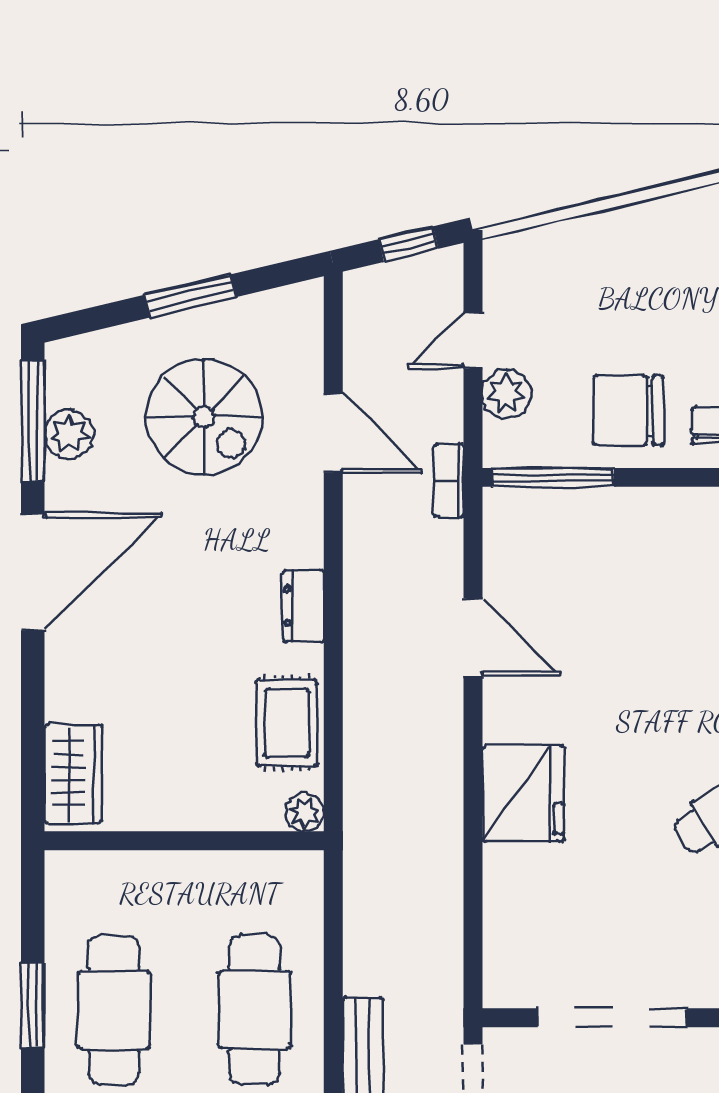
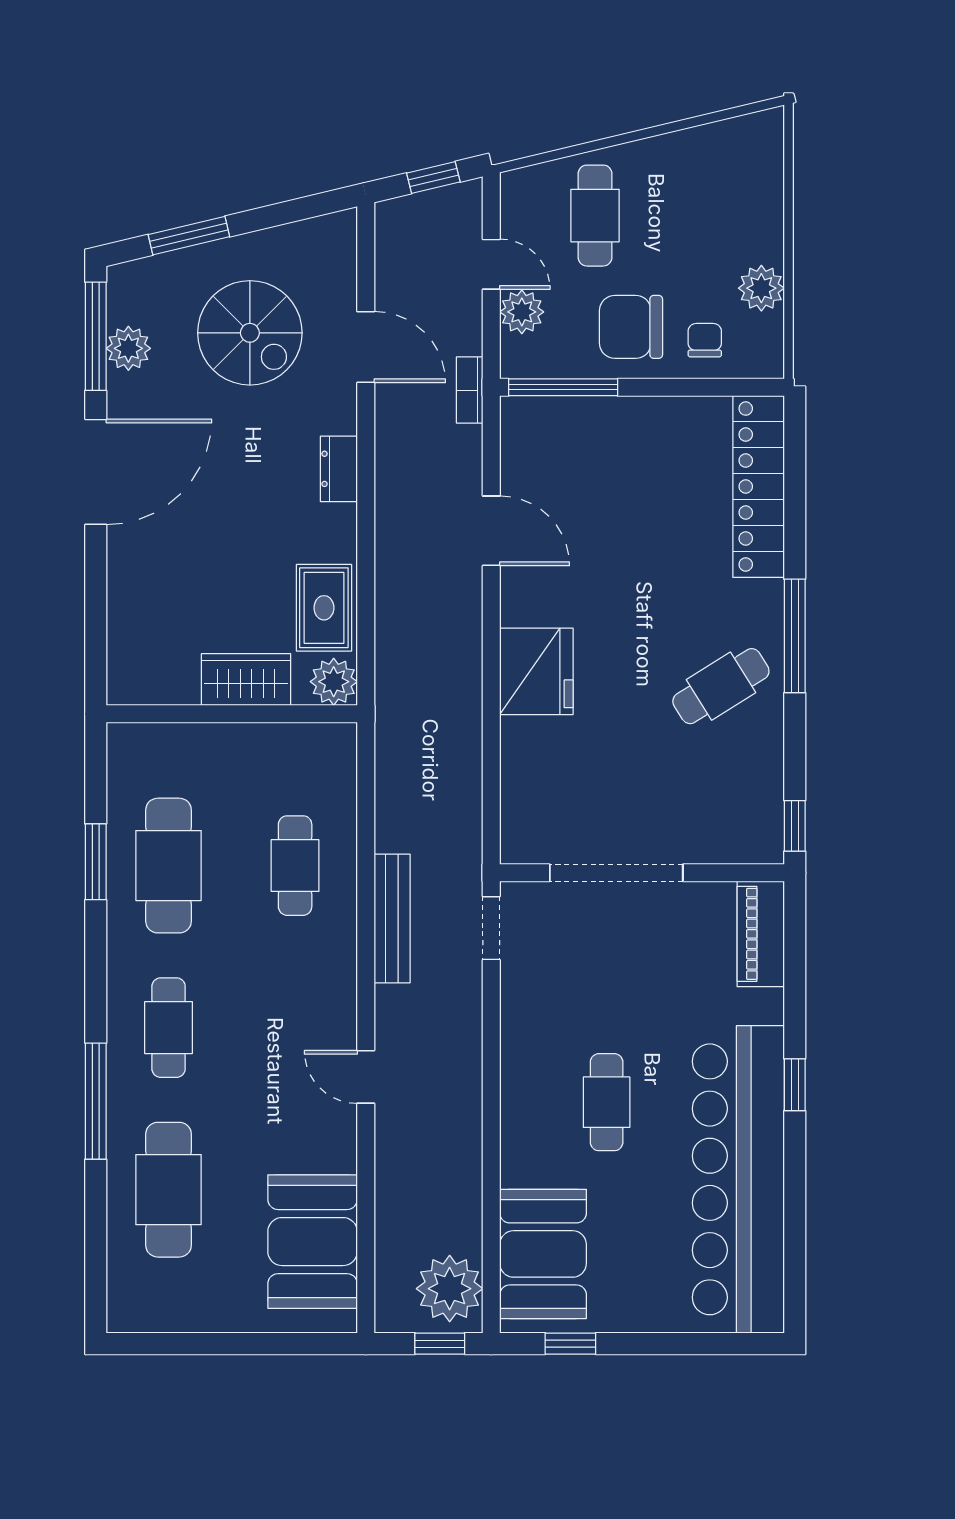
cafe table: (588, 286) -> (595, 216), added
window: (191, 296) -> (189, 236), moved
door: (473, 341) -> (491, 264), swing flipped
dresser: (303, 606) -> (339, 469), moved
wardrobe: (73, 774) -> (246, 679), moved, turned -90
plant: (305, 812) -> (334, 682), width x1.38, depth x1.38
cafe table: (255, 1010) -> (295, 866), width x0.73, depth x0.74

